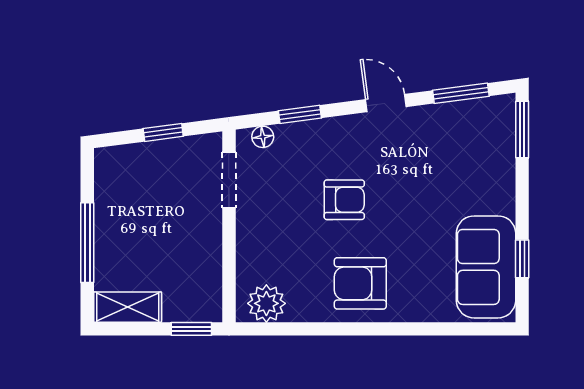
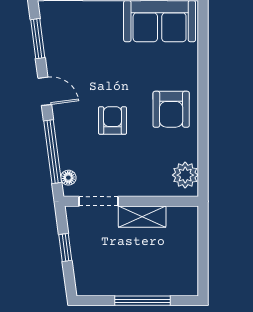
door: (386, 103) -> (45, 91), swing flipped
window: (300, 114) -> (53, 152), width x2.17
shelving: (128, 307) -> (142, 217), moved, turned 90
window: (191, 329) -> (203, 228), removed

